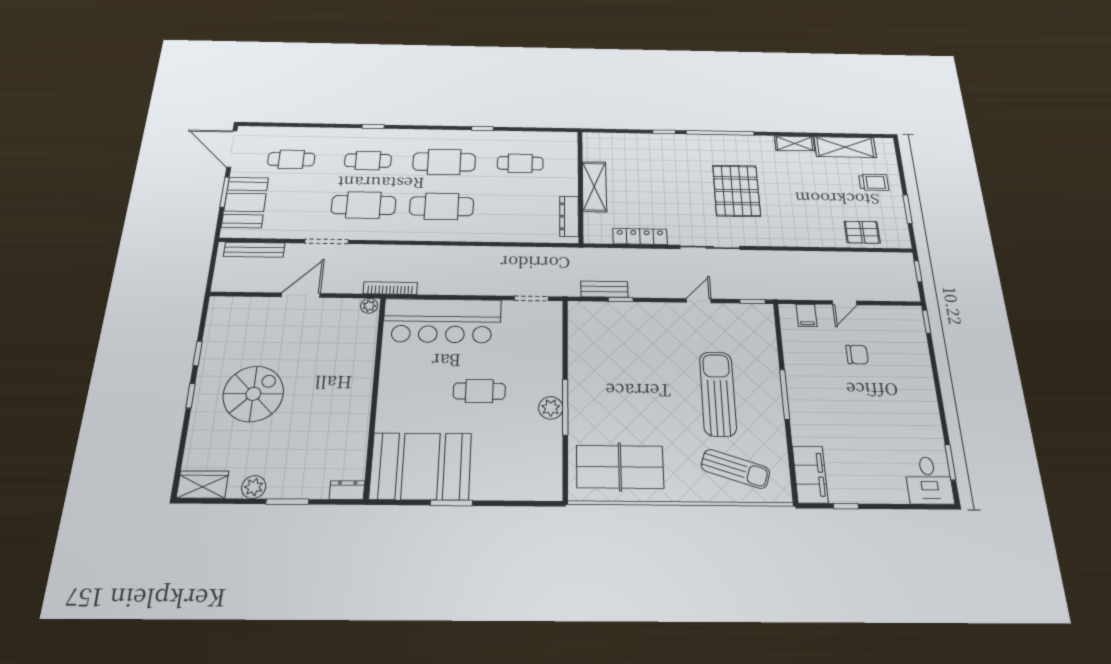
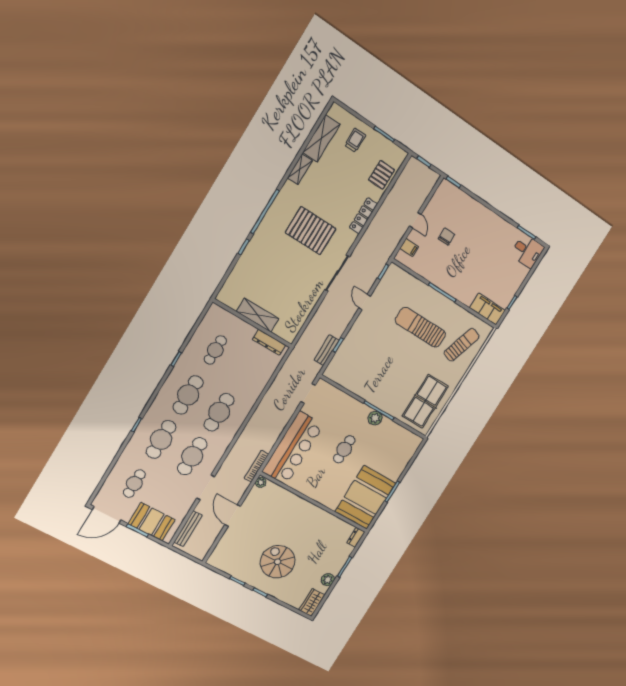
cafe table: (368, 161) -> (161, 439), width x1.37, depth x1.35
locker: (640, 236) -> (363, 216), moved

